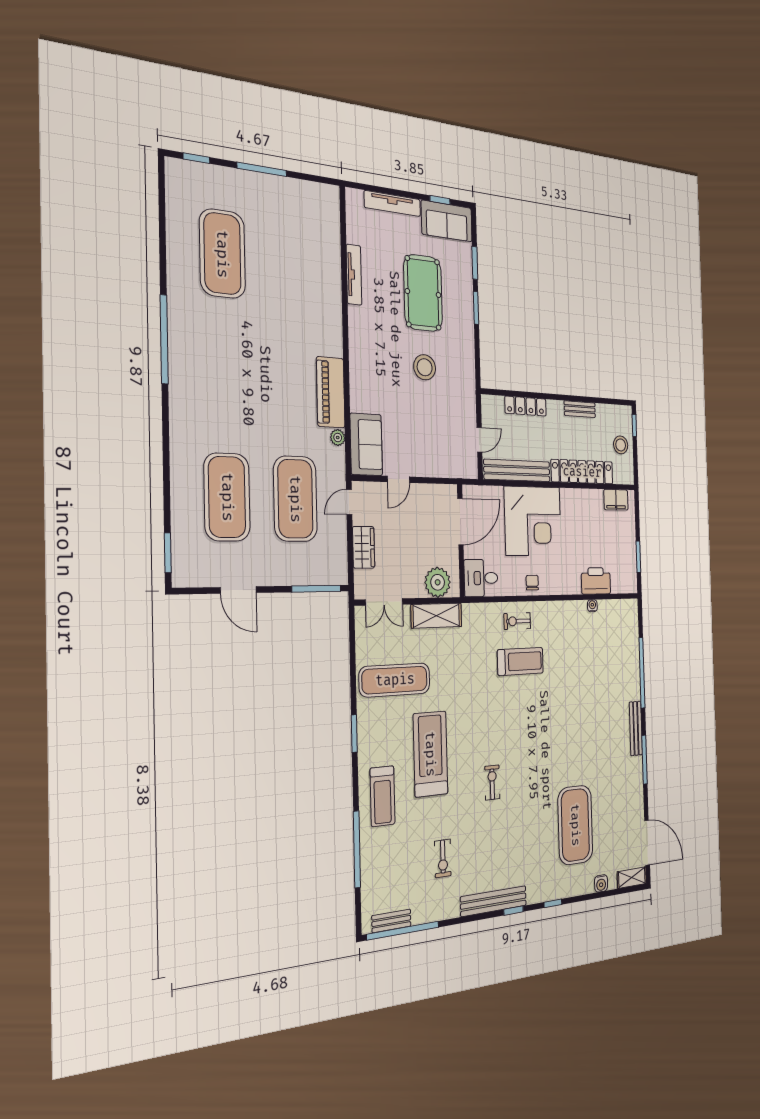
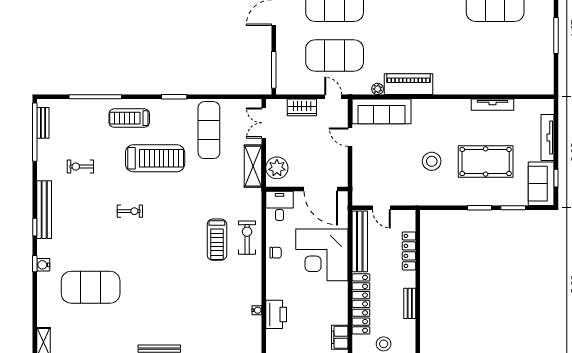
sofa: (366, 444) -> (382, 111), width x1.36
exercise bike: (517, 621) -> (247, 238), width x1.38, depth x1.39
water cooler: (601, 883) -> (43, 265), moved

